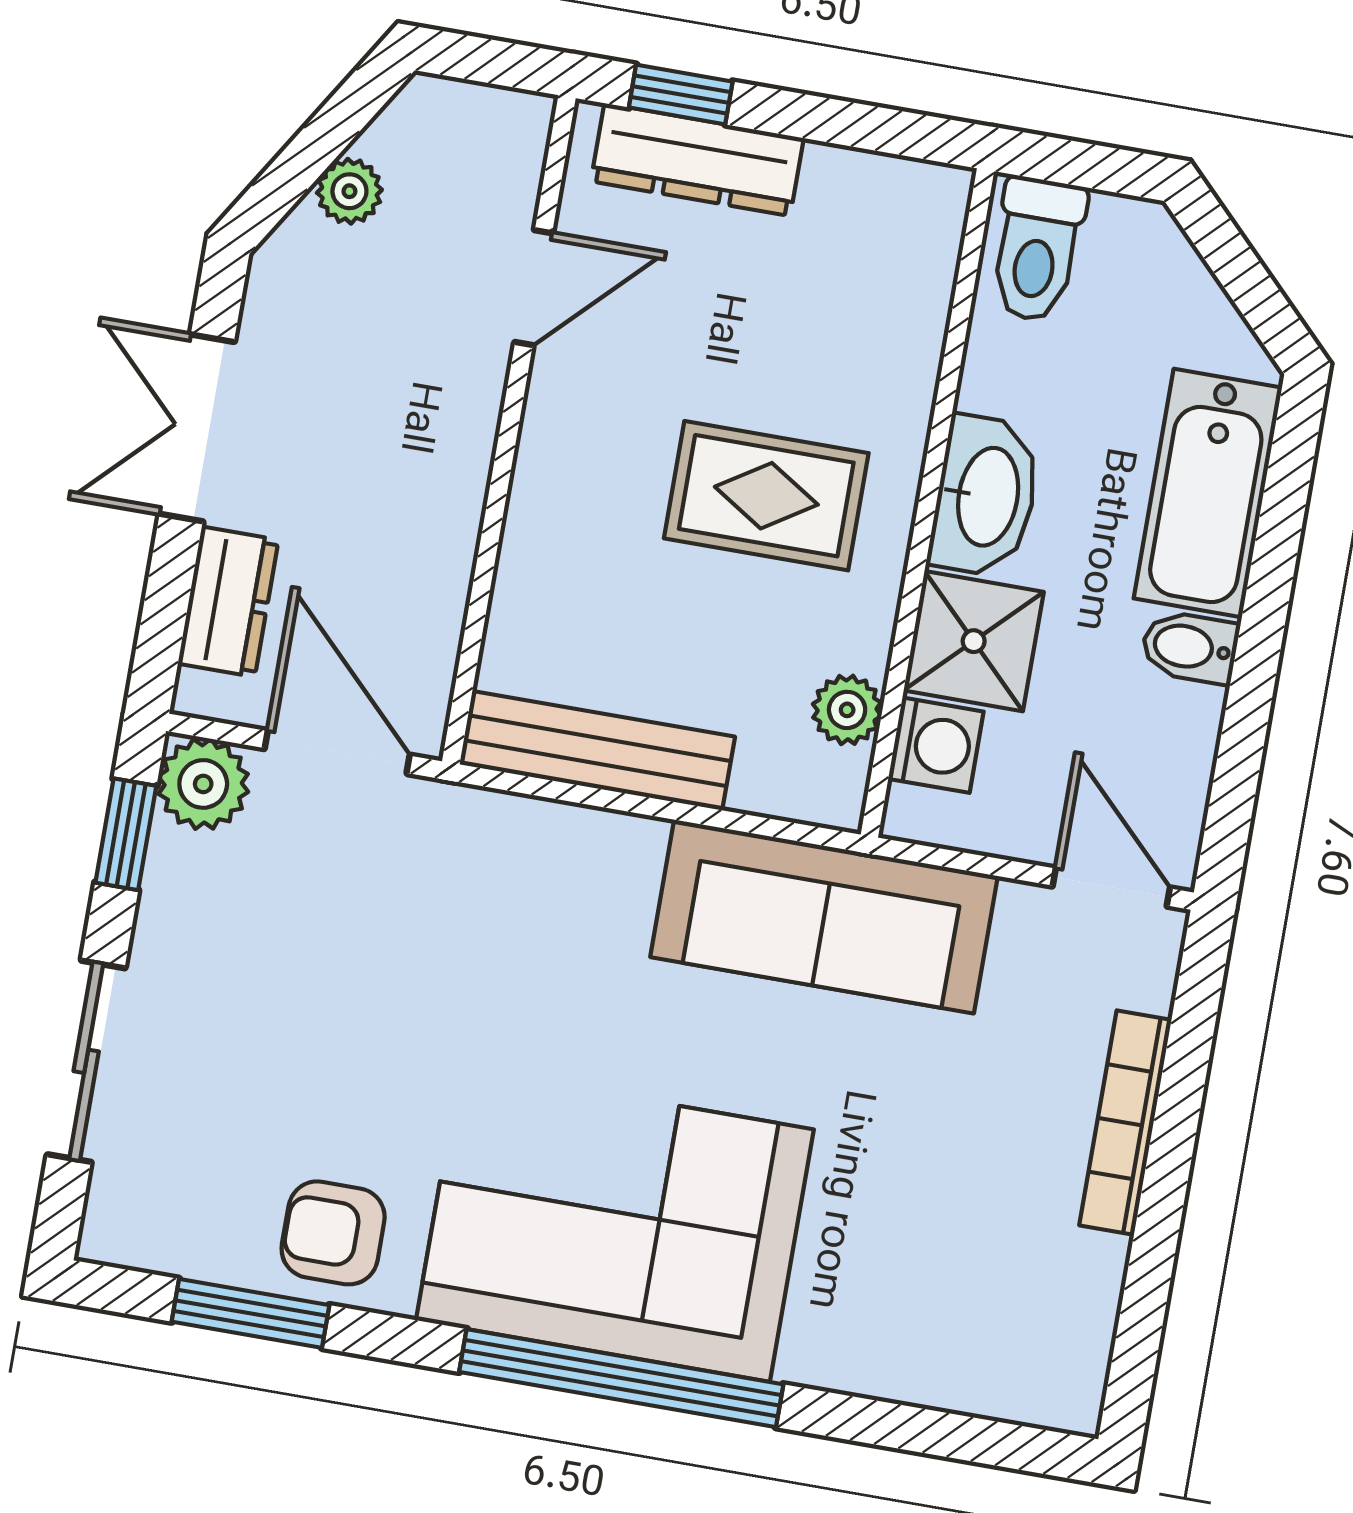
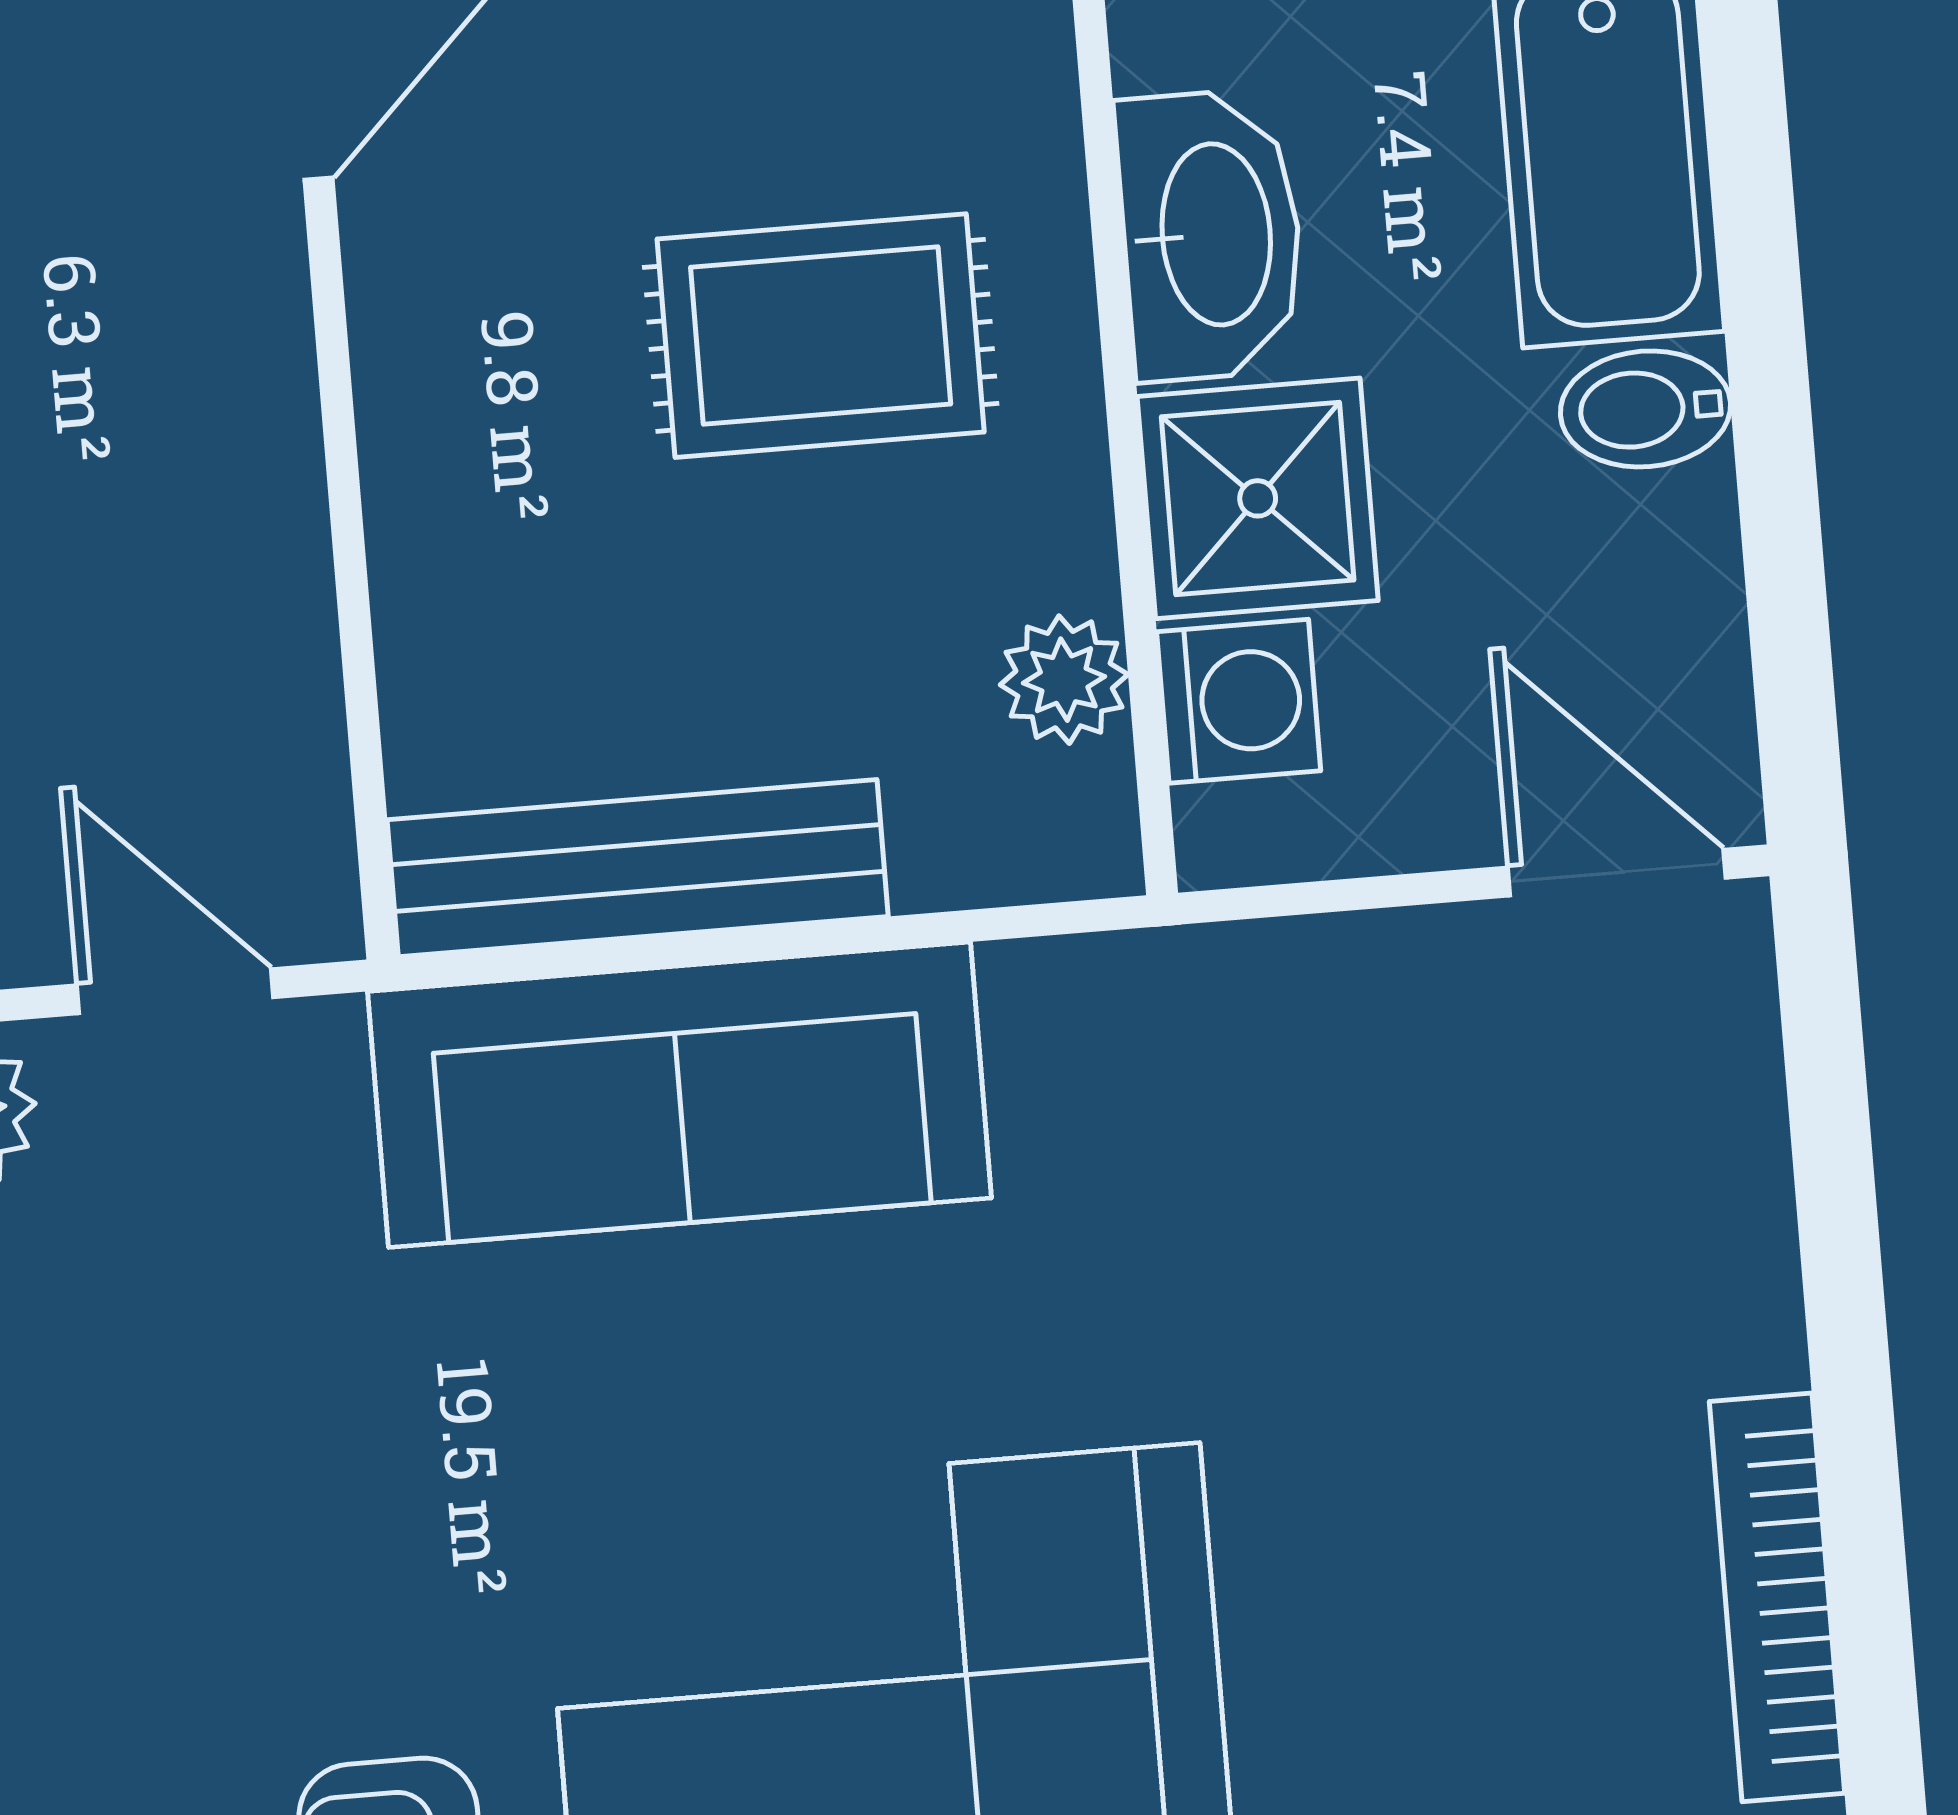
door: (337, 752) -> (175, 991), width x0.73
sofa: (824, 917) -> (679, 1095), moved
bookcase: (1125, 1123) -> (1777, 1597), moved

